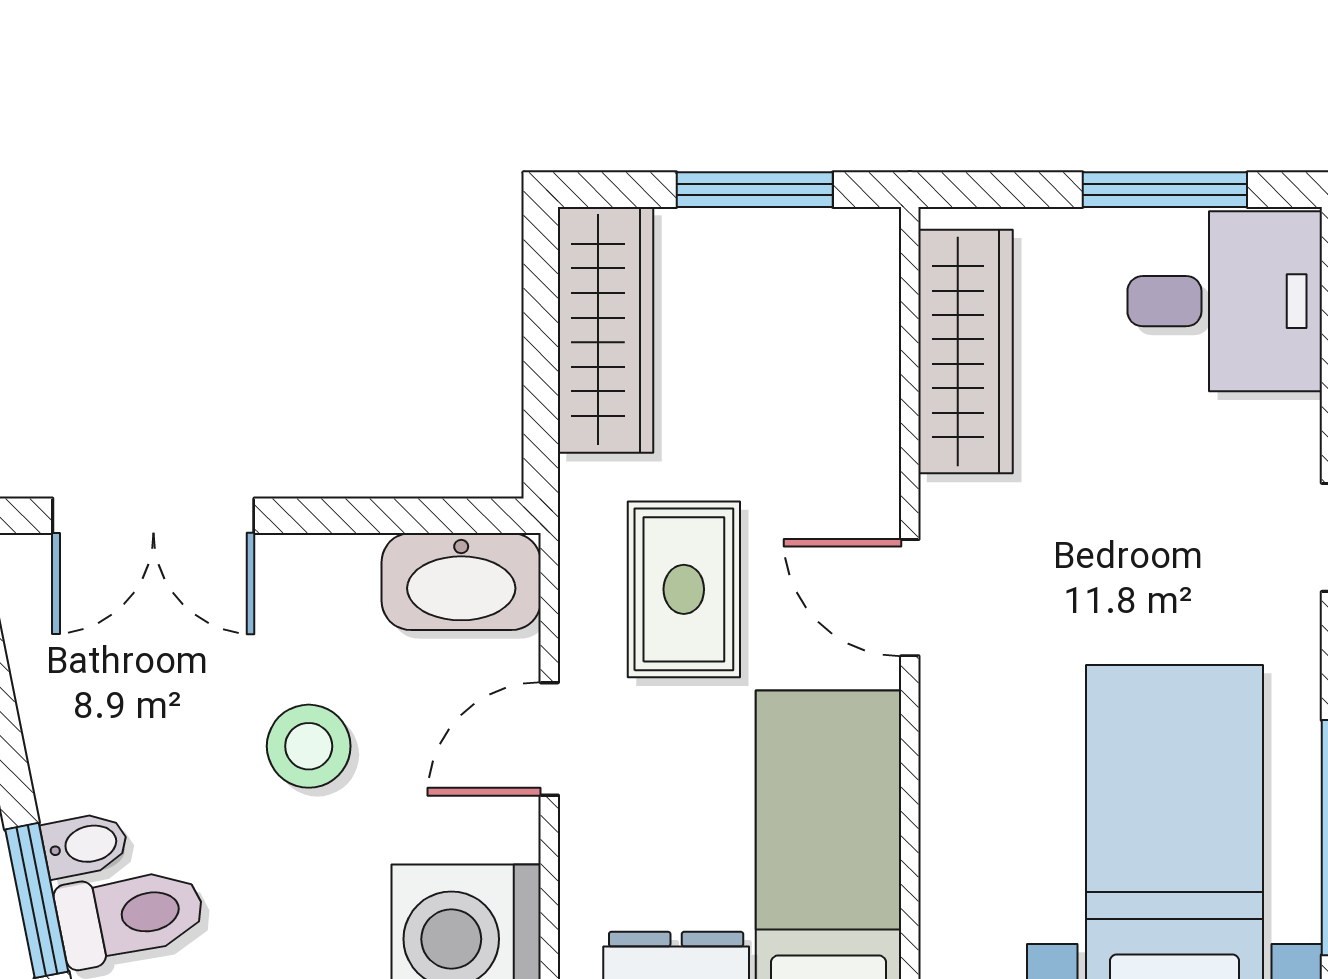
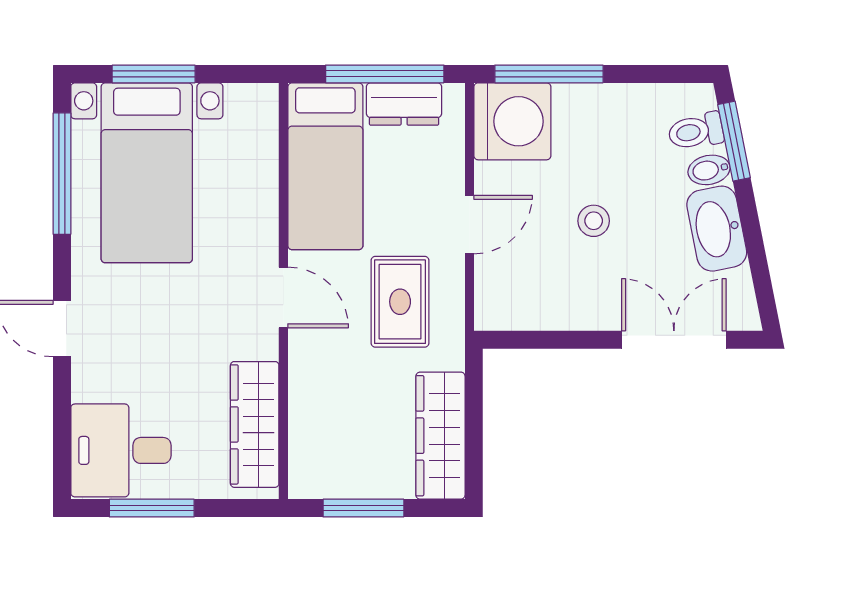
washbasin: (461, 582) -> (717, 229), moved, turned -101
stool: (309, 746) -> (594, 221), width x0.73, depth x0.73
toilet: (130, 916) -> (696, 131), width x0.73, depth x0.72

